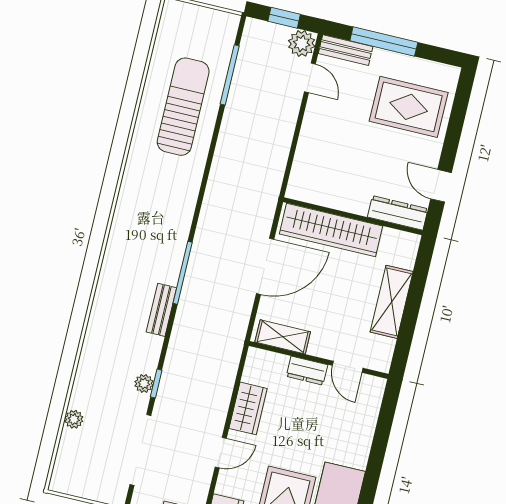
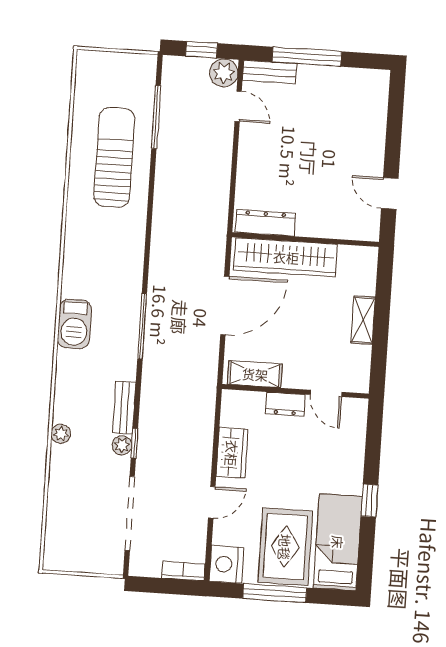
rug: (409, 107) -> (343, 119), removed
dresser: (398, 213) -> (265, 223), moved
barbecue: (118, 260) -> (74, 324), added
shelving: (392, 302) -> (363, 320), width x0.67, depth x0.75
bench: (161, 310) -> (124, 408), moved
plant: (74, 419) -> (61, 434), moved
window: (372, 476) -> (369, 501), added

